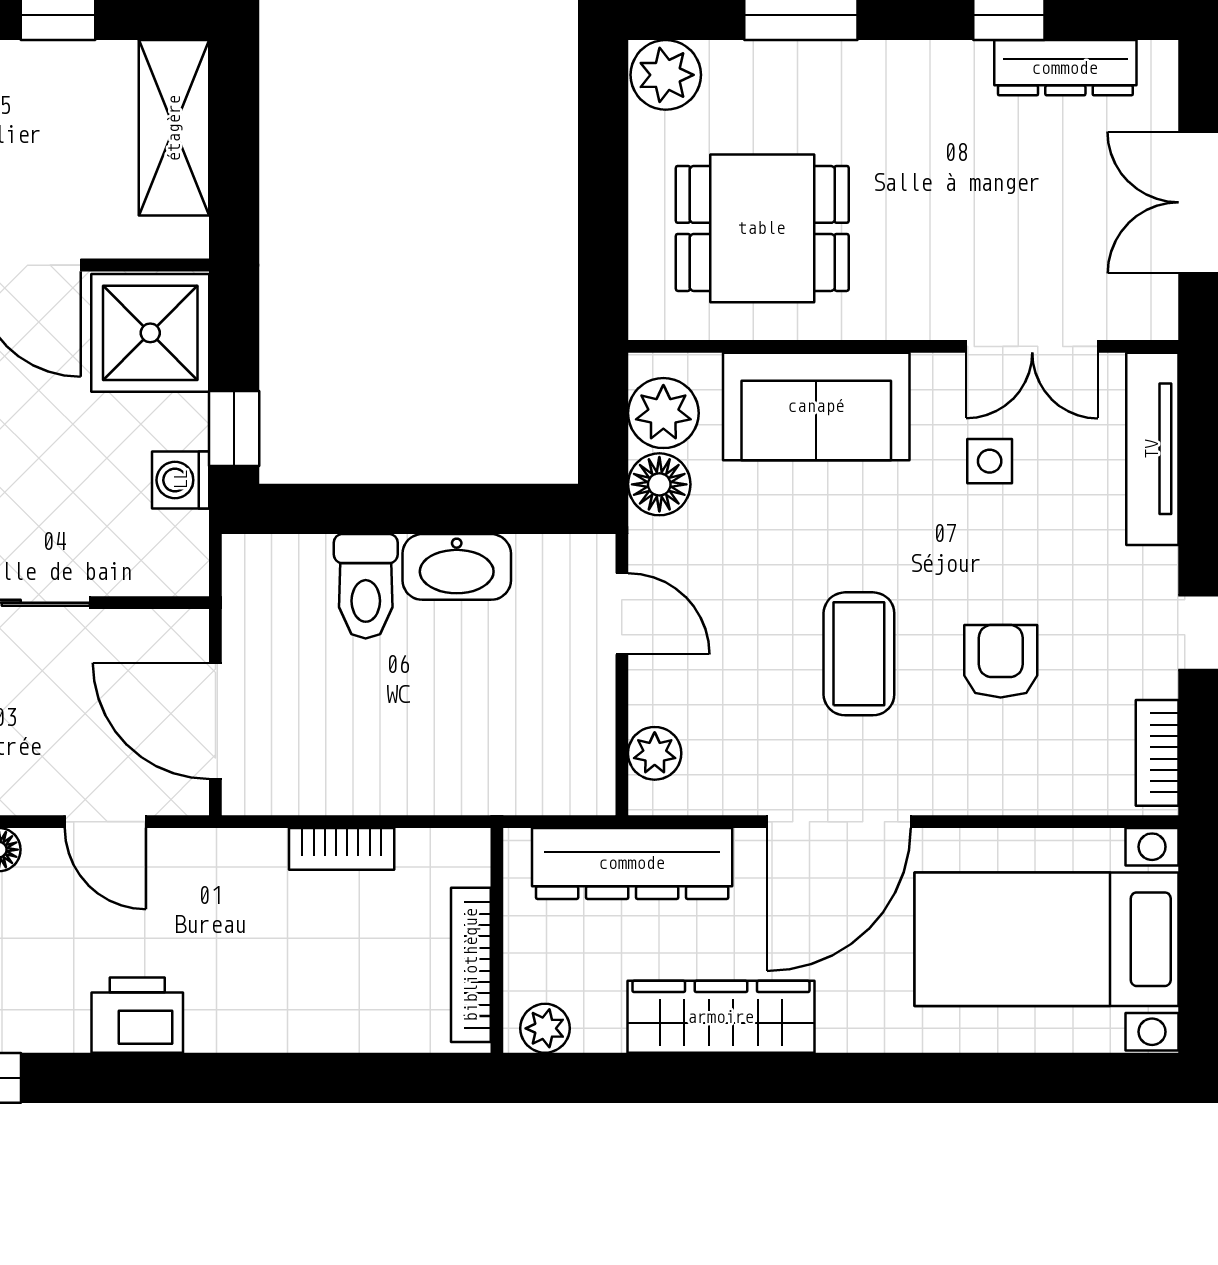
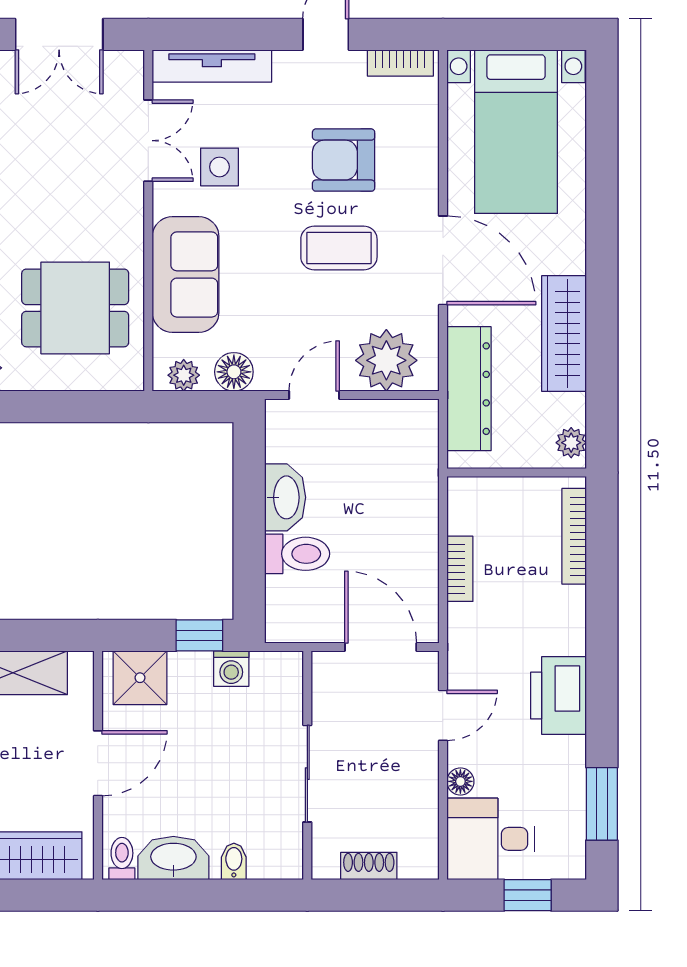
dining table: (762, 228) -> (75, 308), turned 90
shower: (150, 333) -> (140, 678), width x0.73, depth x0.73
plant: (663, 413) -> (184, 375), width x0.73, depth x0.73
side table: (990, 461) -> (219, 167), width x1.37, depth x1.37
armchair: (1001, 661) -> (344, 160), width x1.38, depth x1.38
door: (215, 721) -> (381, 647), swing flipped
plant: (655, 753) -> (386, 360), width x1.87, depth x1.87
bookcase: (471, 965) -> (574, 536), moved, turned 90
printer: (137, 1015) -> (558, 695), width x1.37, depth x1.19

